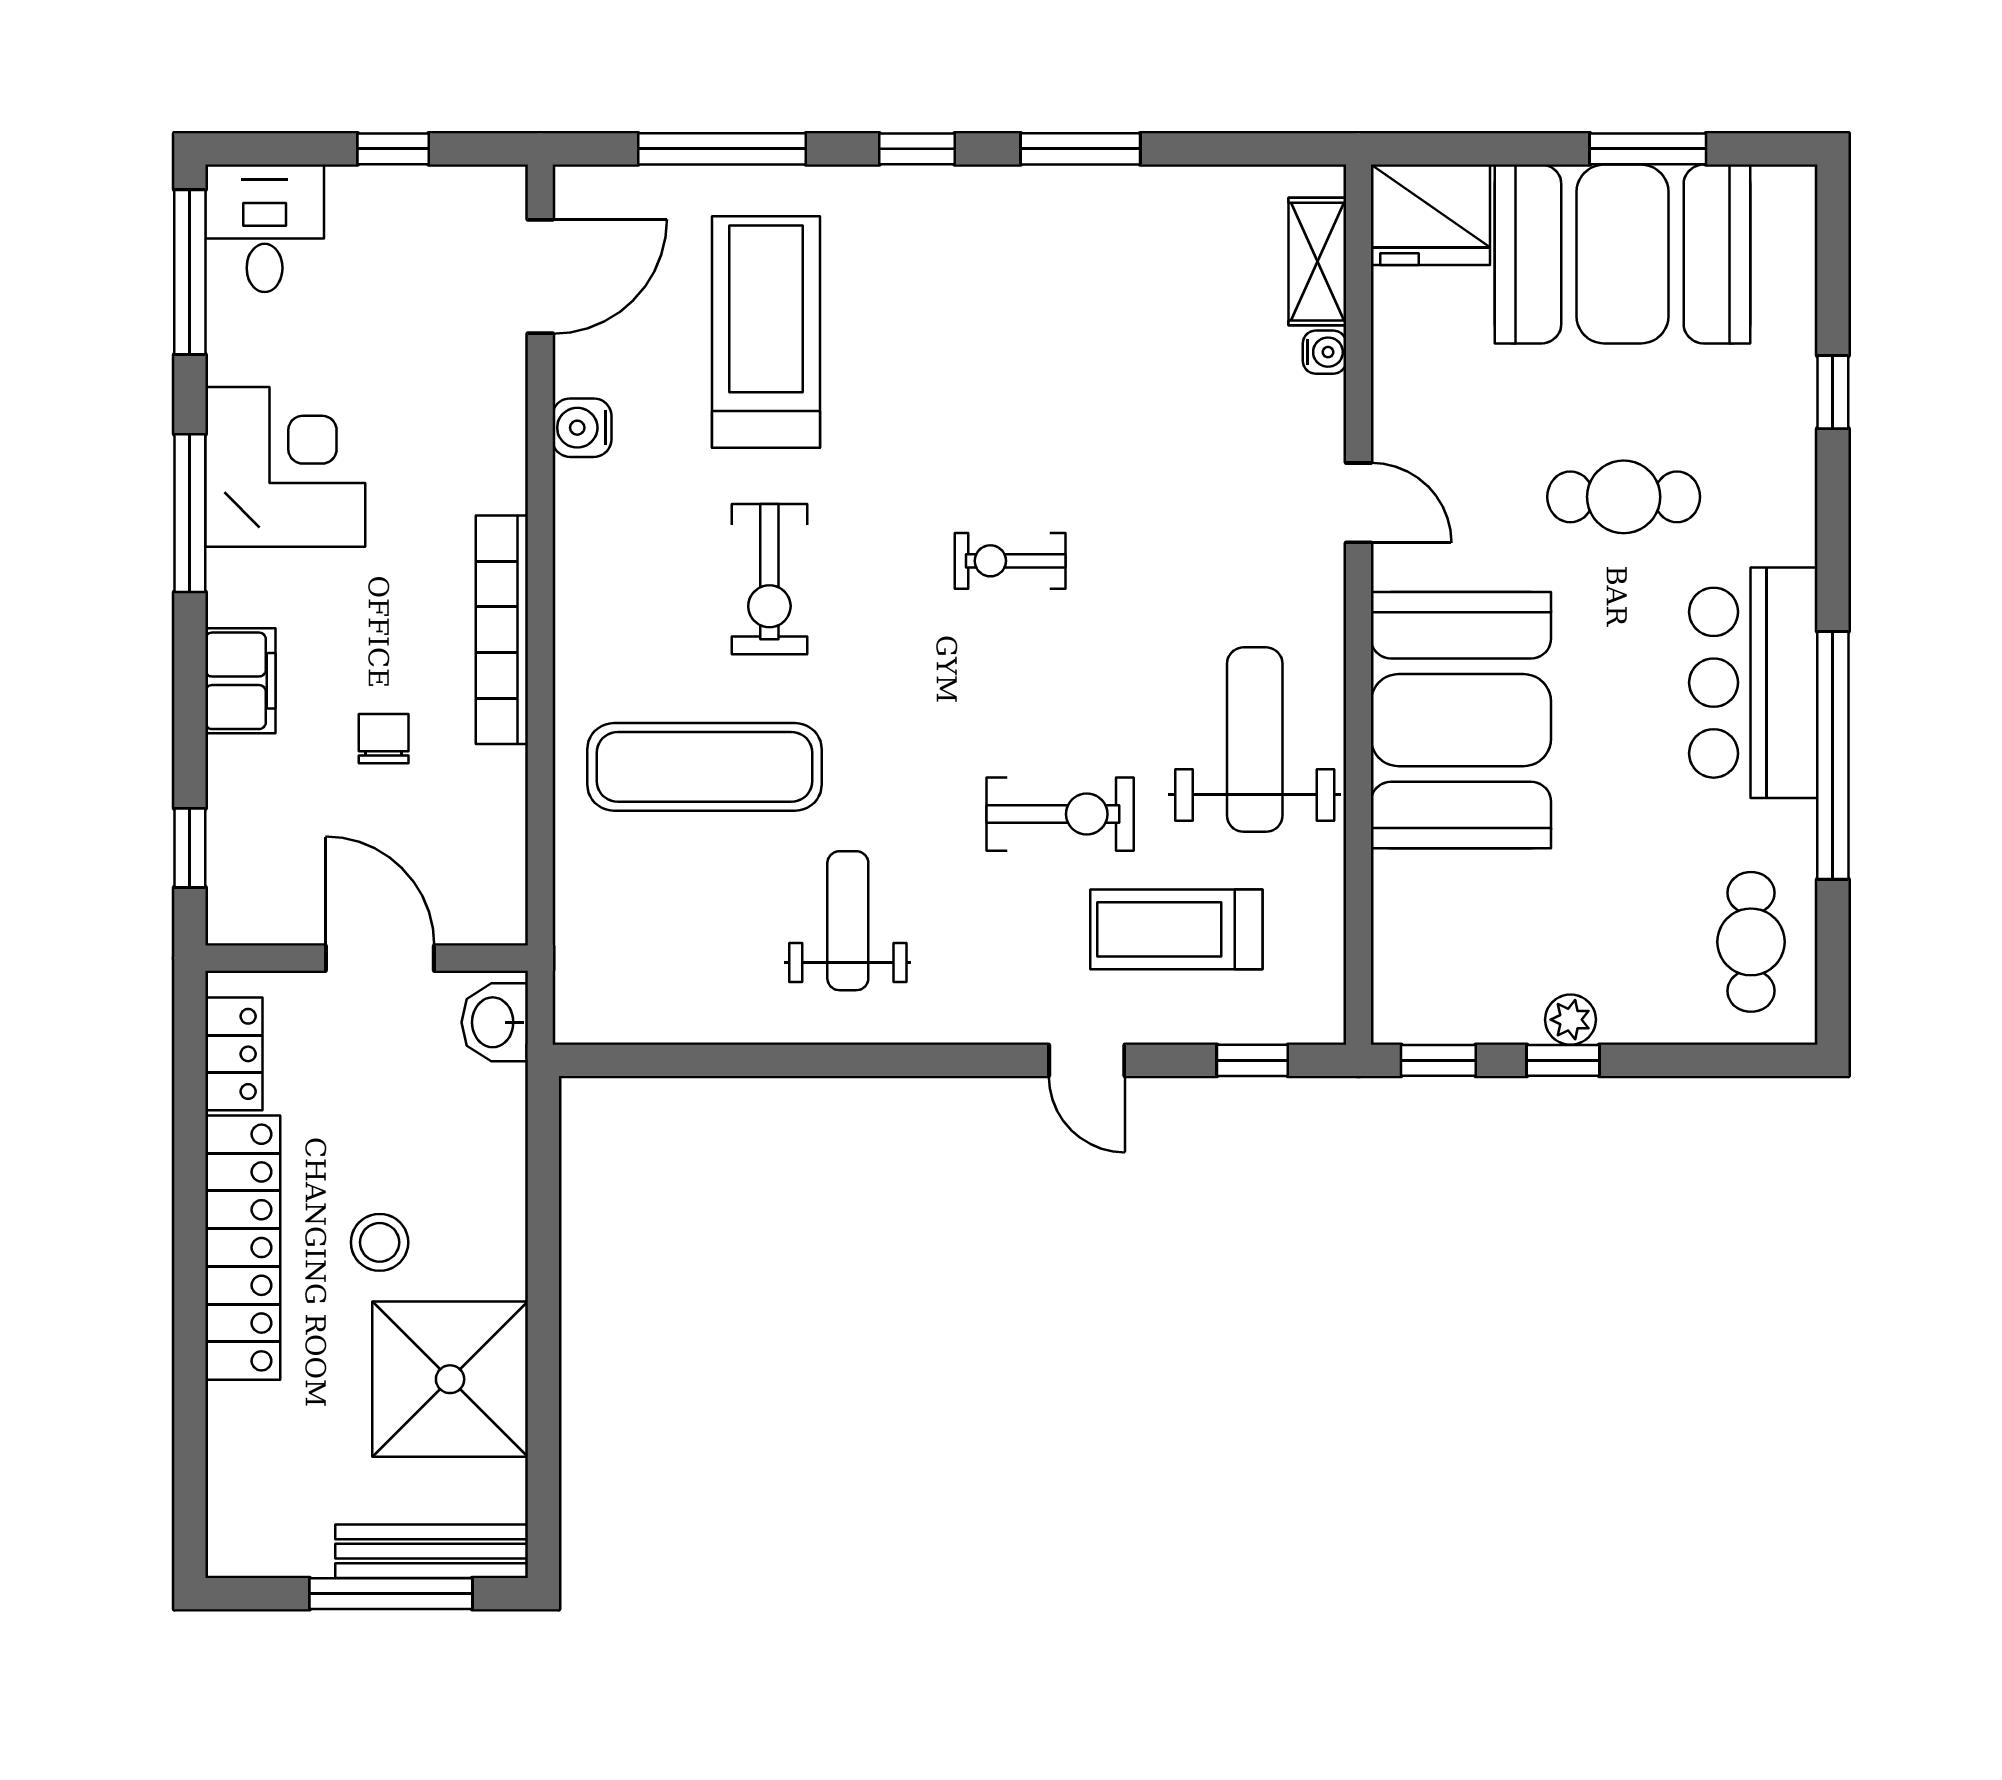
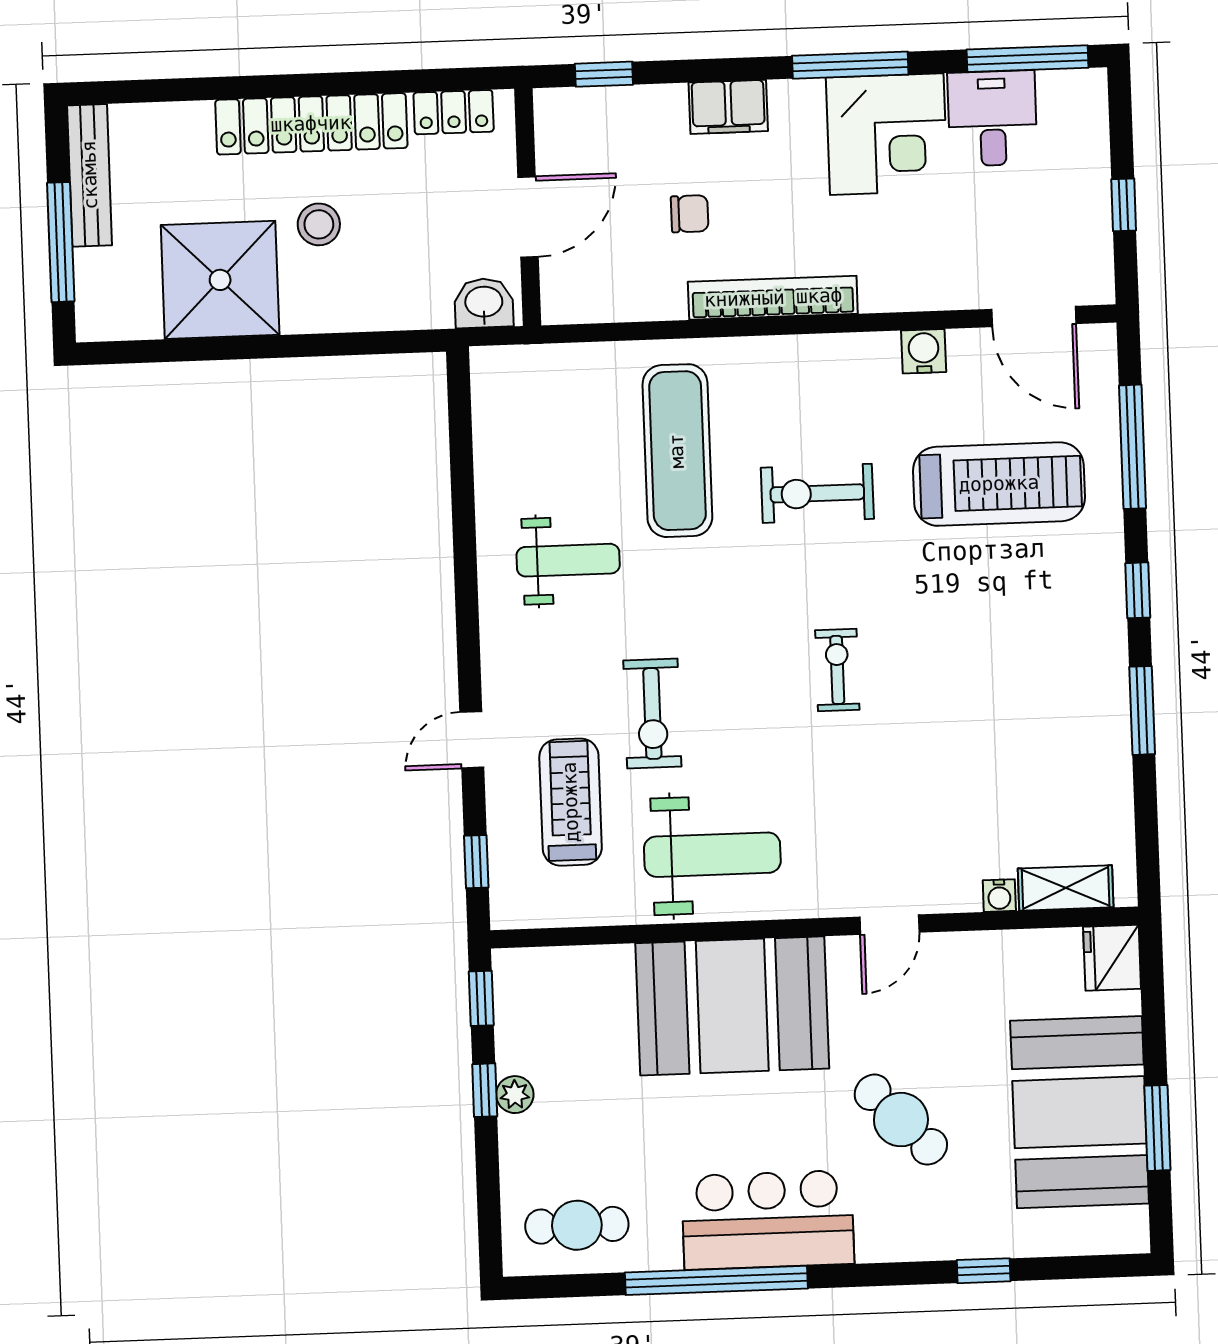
fridge: (1430, 215) -> (1112, 958), width x0.73, depth x0.75
desk: (265, 228) -> (992, 118), moved, turned -90
cafe table: (1624, 497) -> (901, 1120), turned -44
bench: (432, 1551) -> (90, 175), moved

